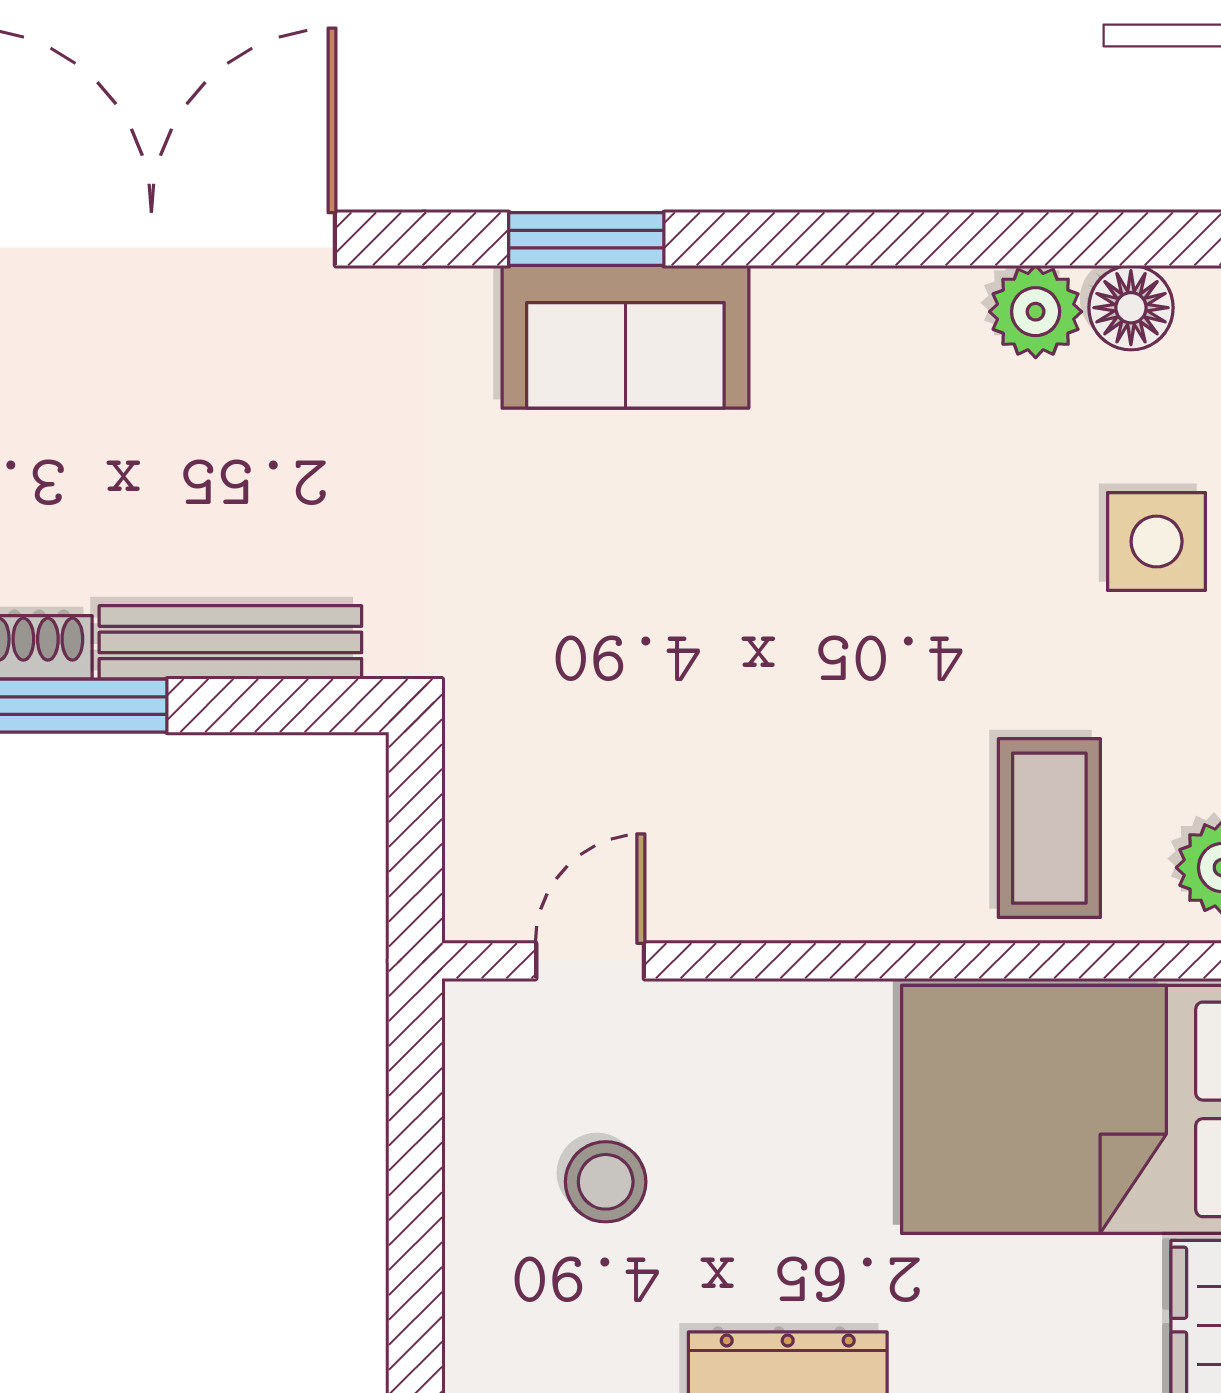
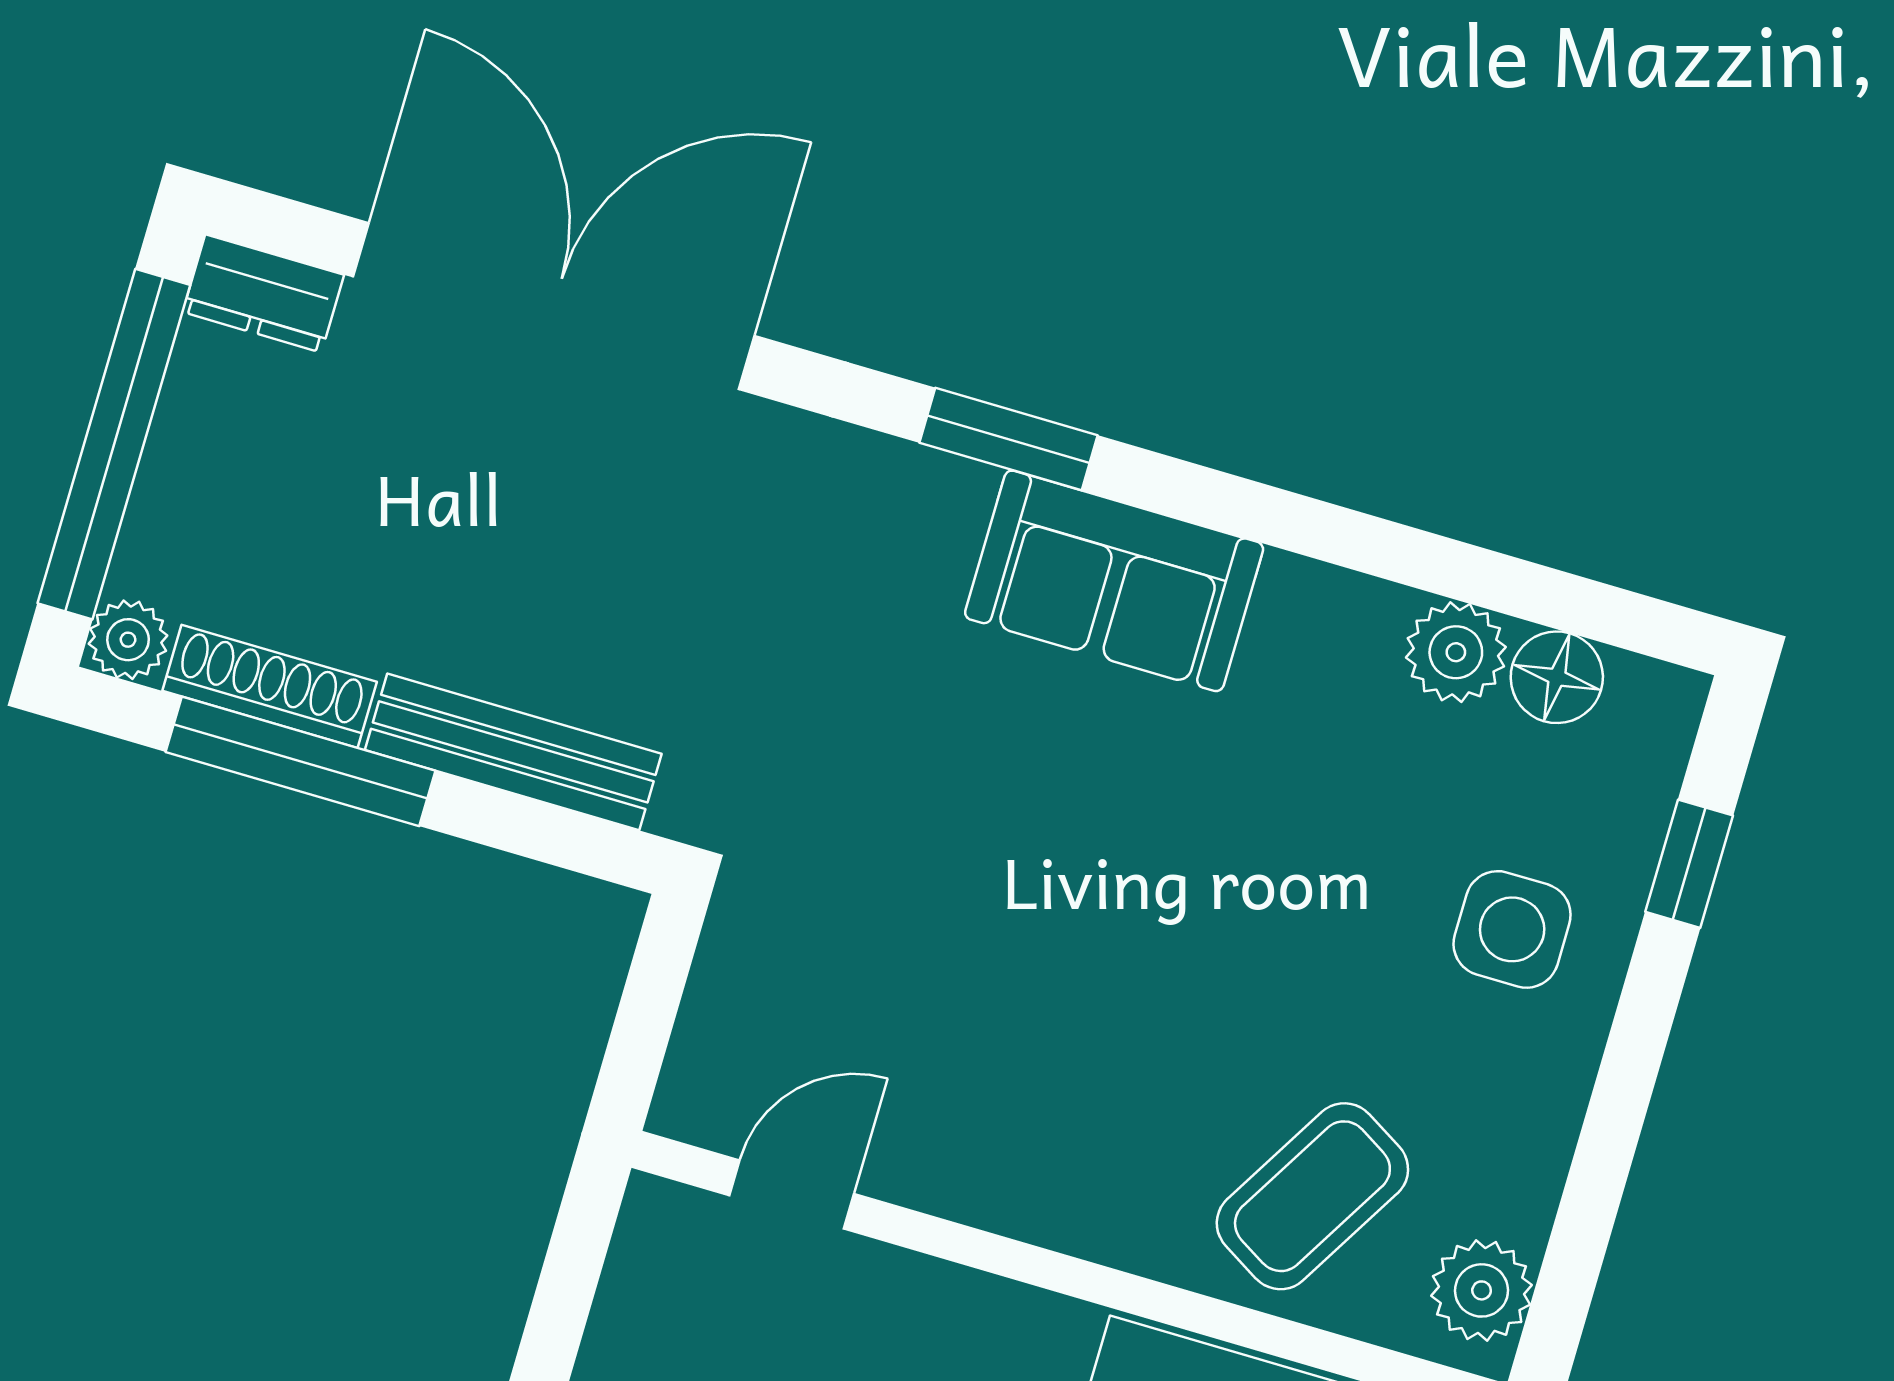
sofa: (625, 337) -> (1114, 581), moved
coffee table: (1049, 828) -> (1312, 1196), turned 31

